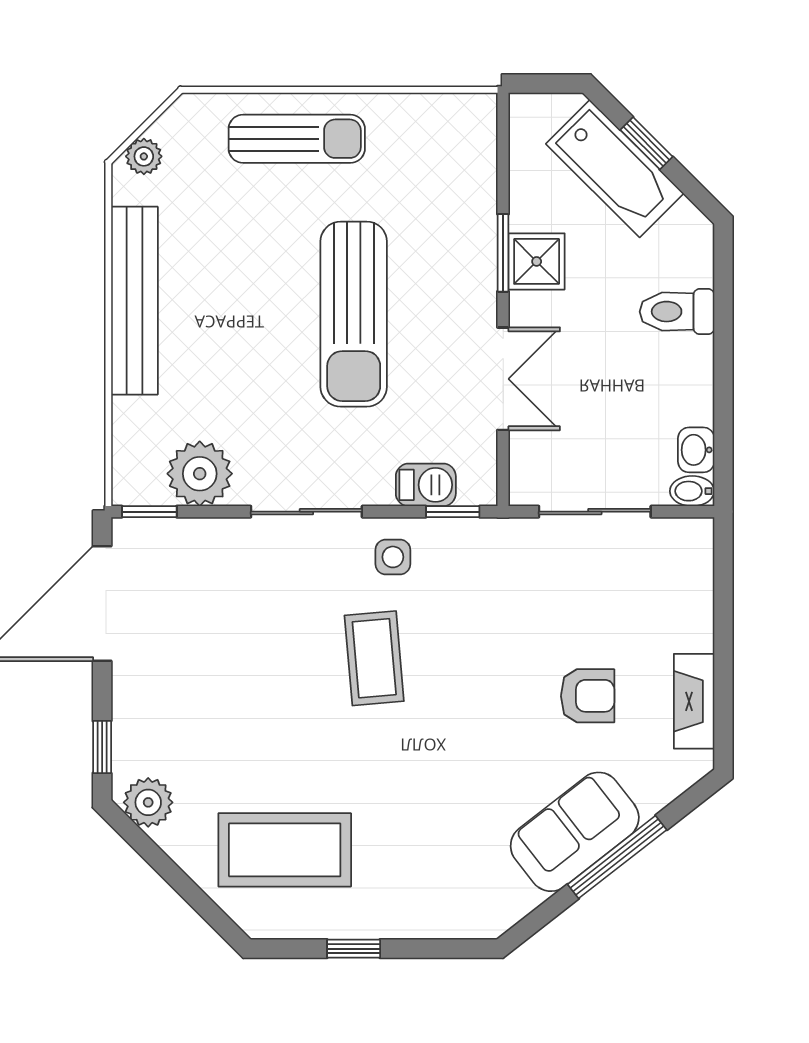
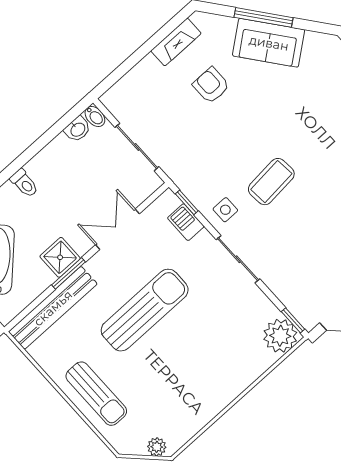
sun lounger: (297, 139) -> (96, 394), turned 180
bench: (134, 301) -> (53, 308), moved
toilet: (677, 312) -> (24, 183), width x0.73, depth x0.72
plant: (200, 474) -> (280, 336), moved

